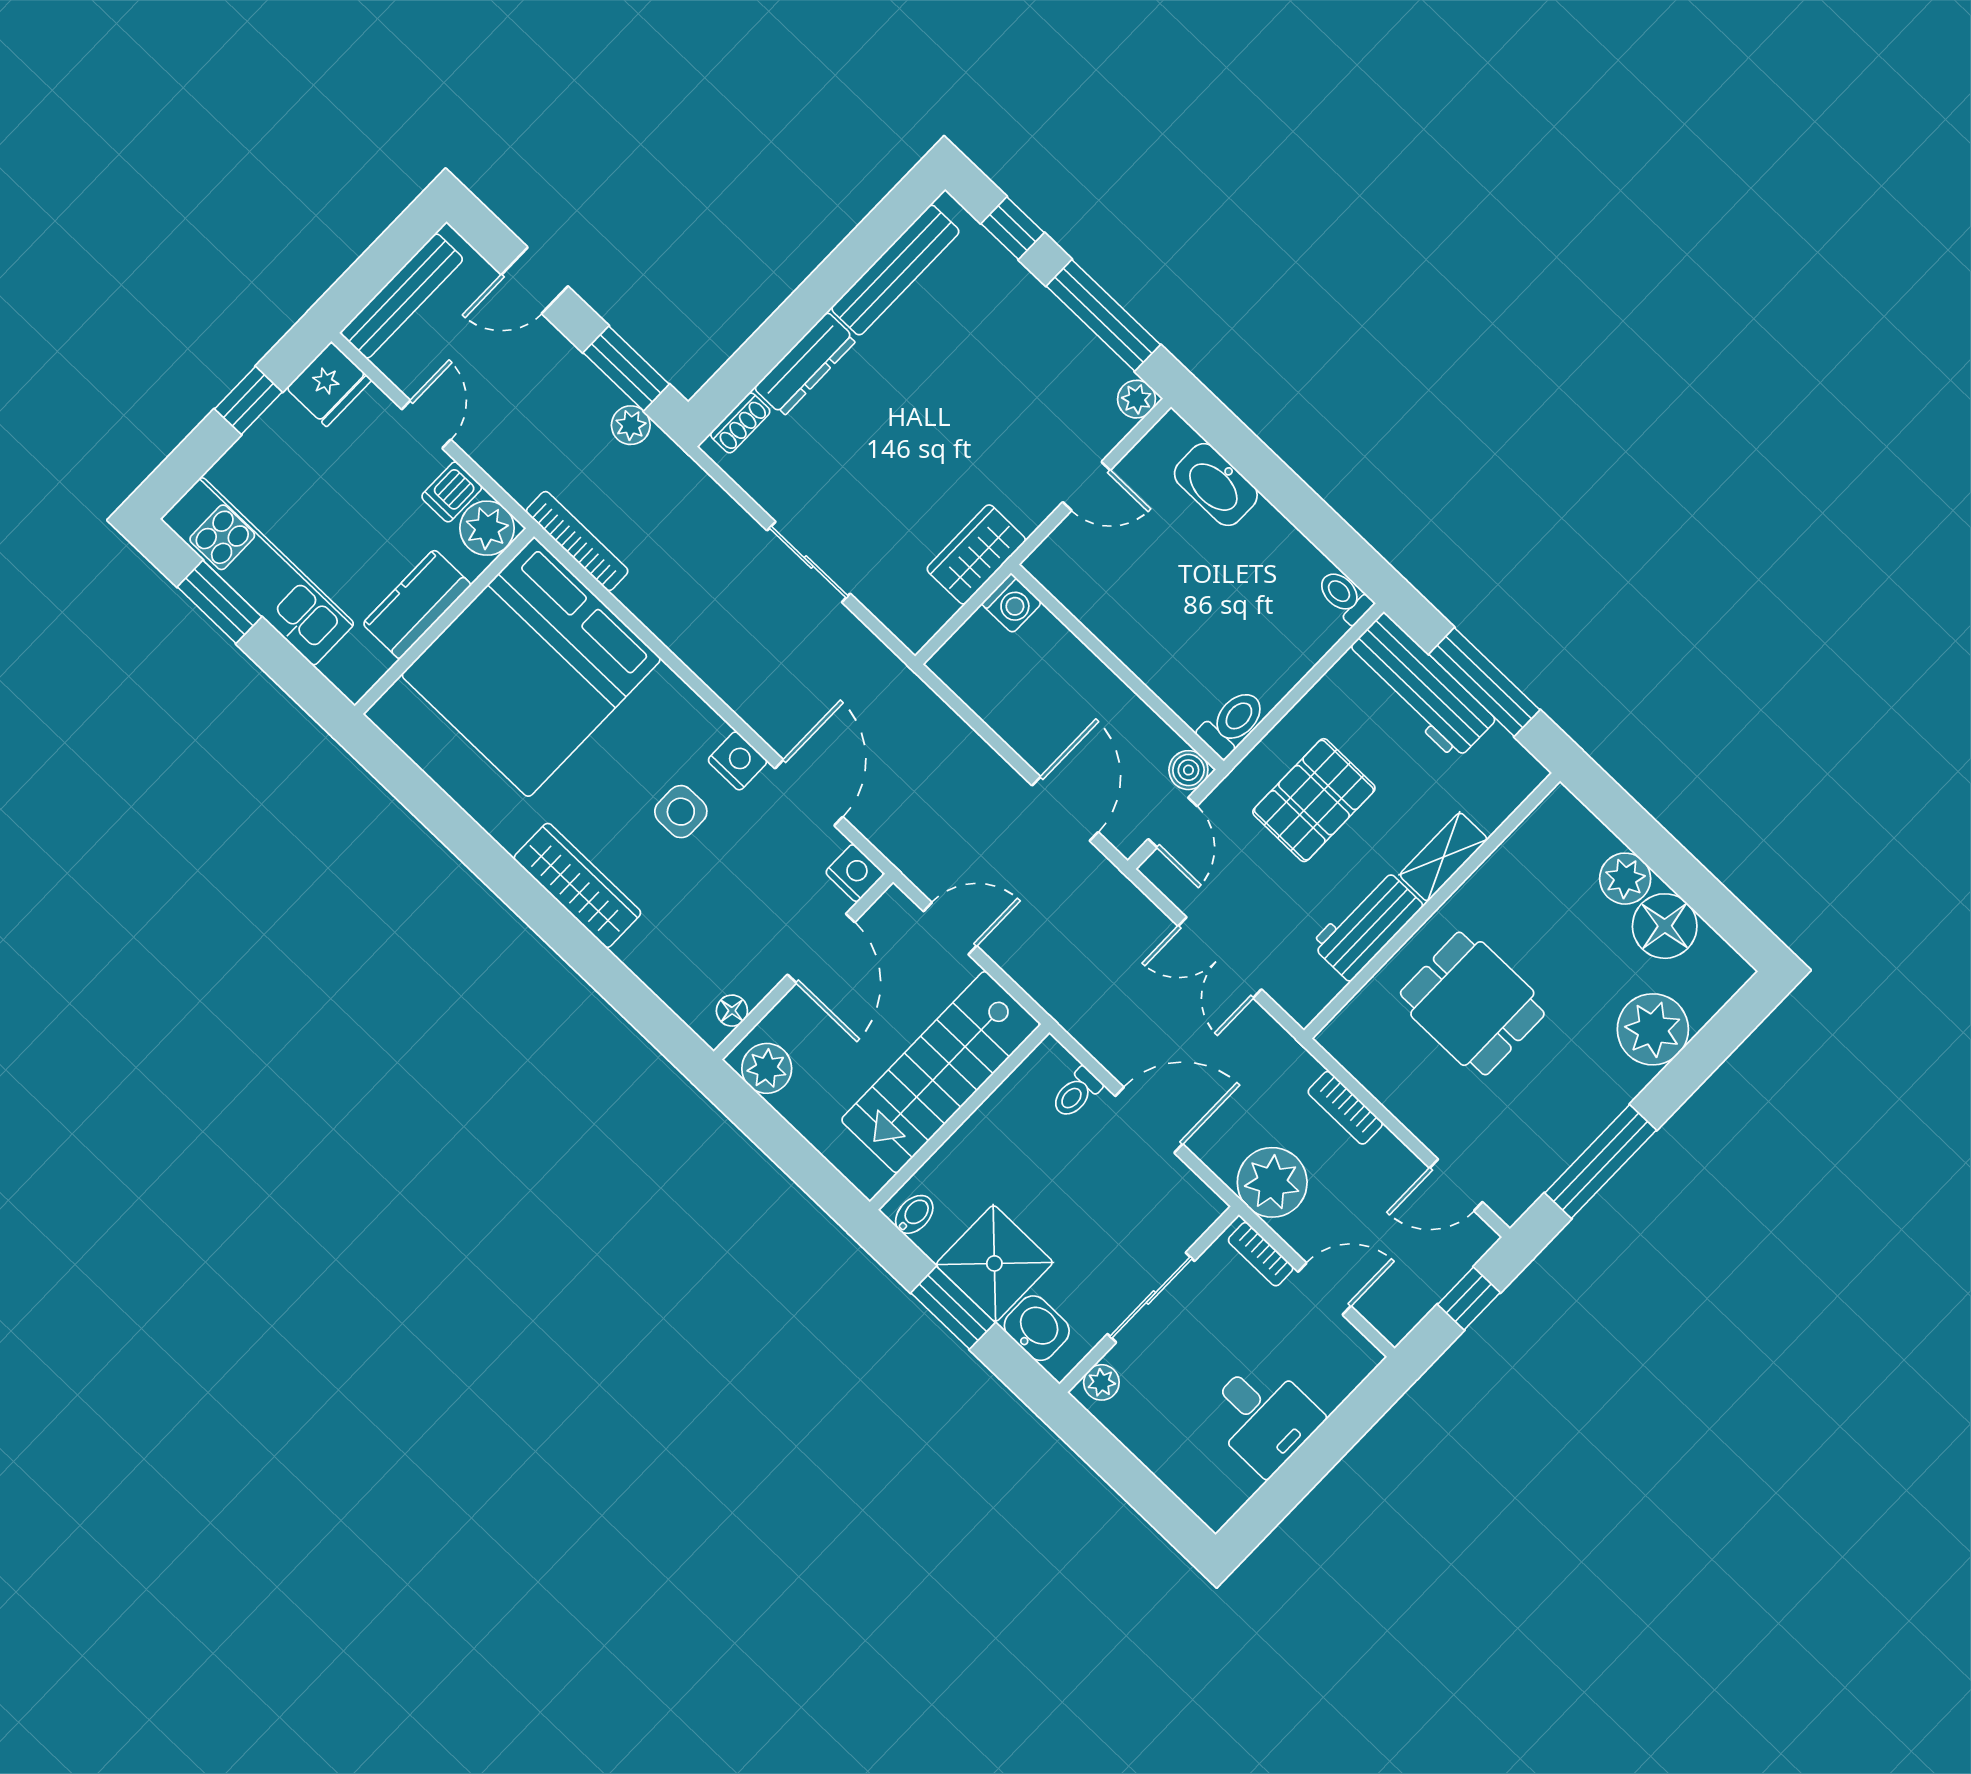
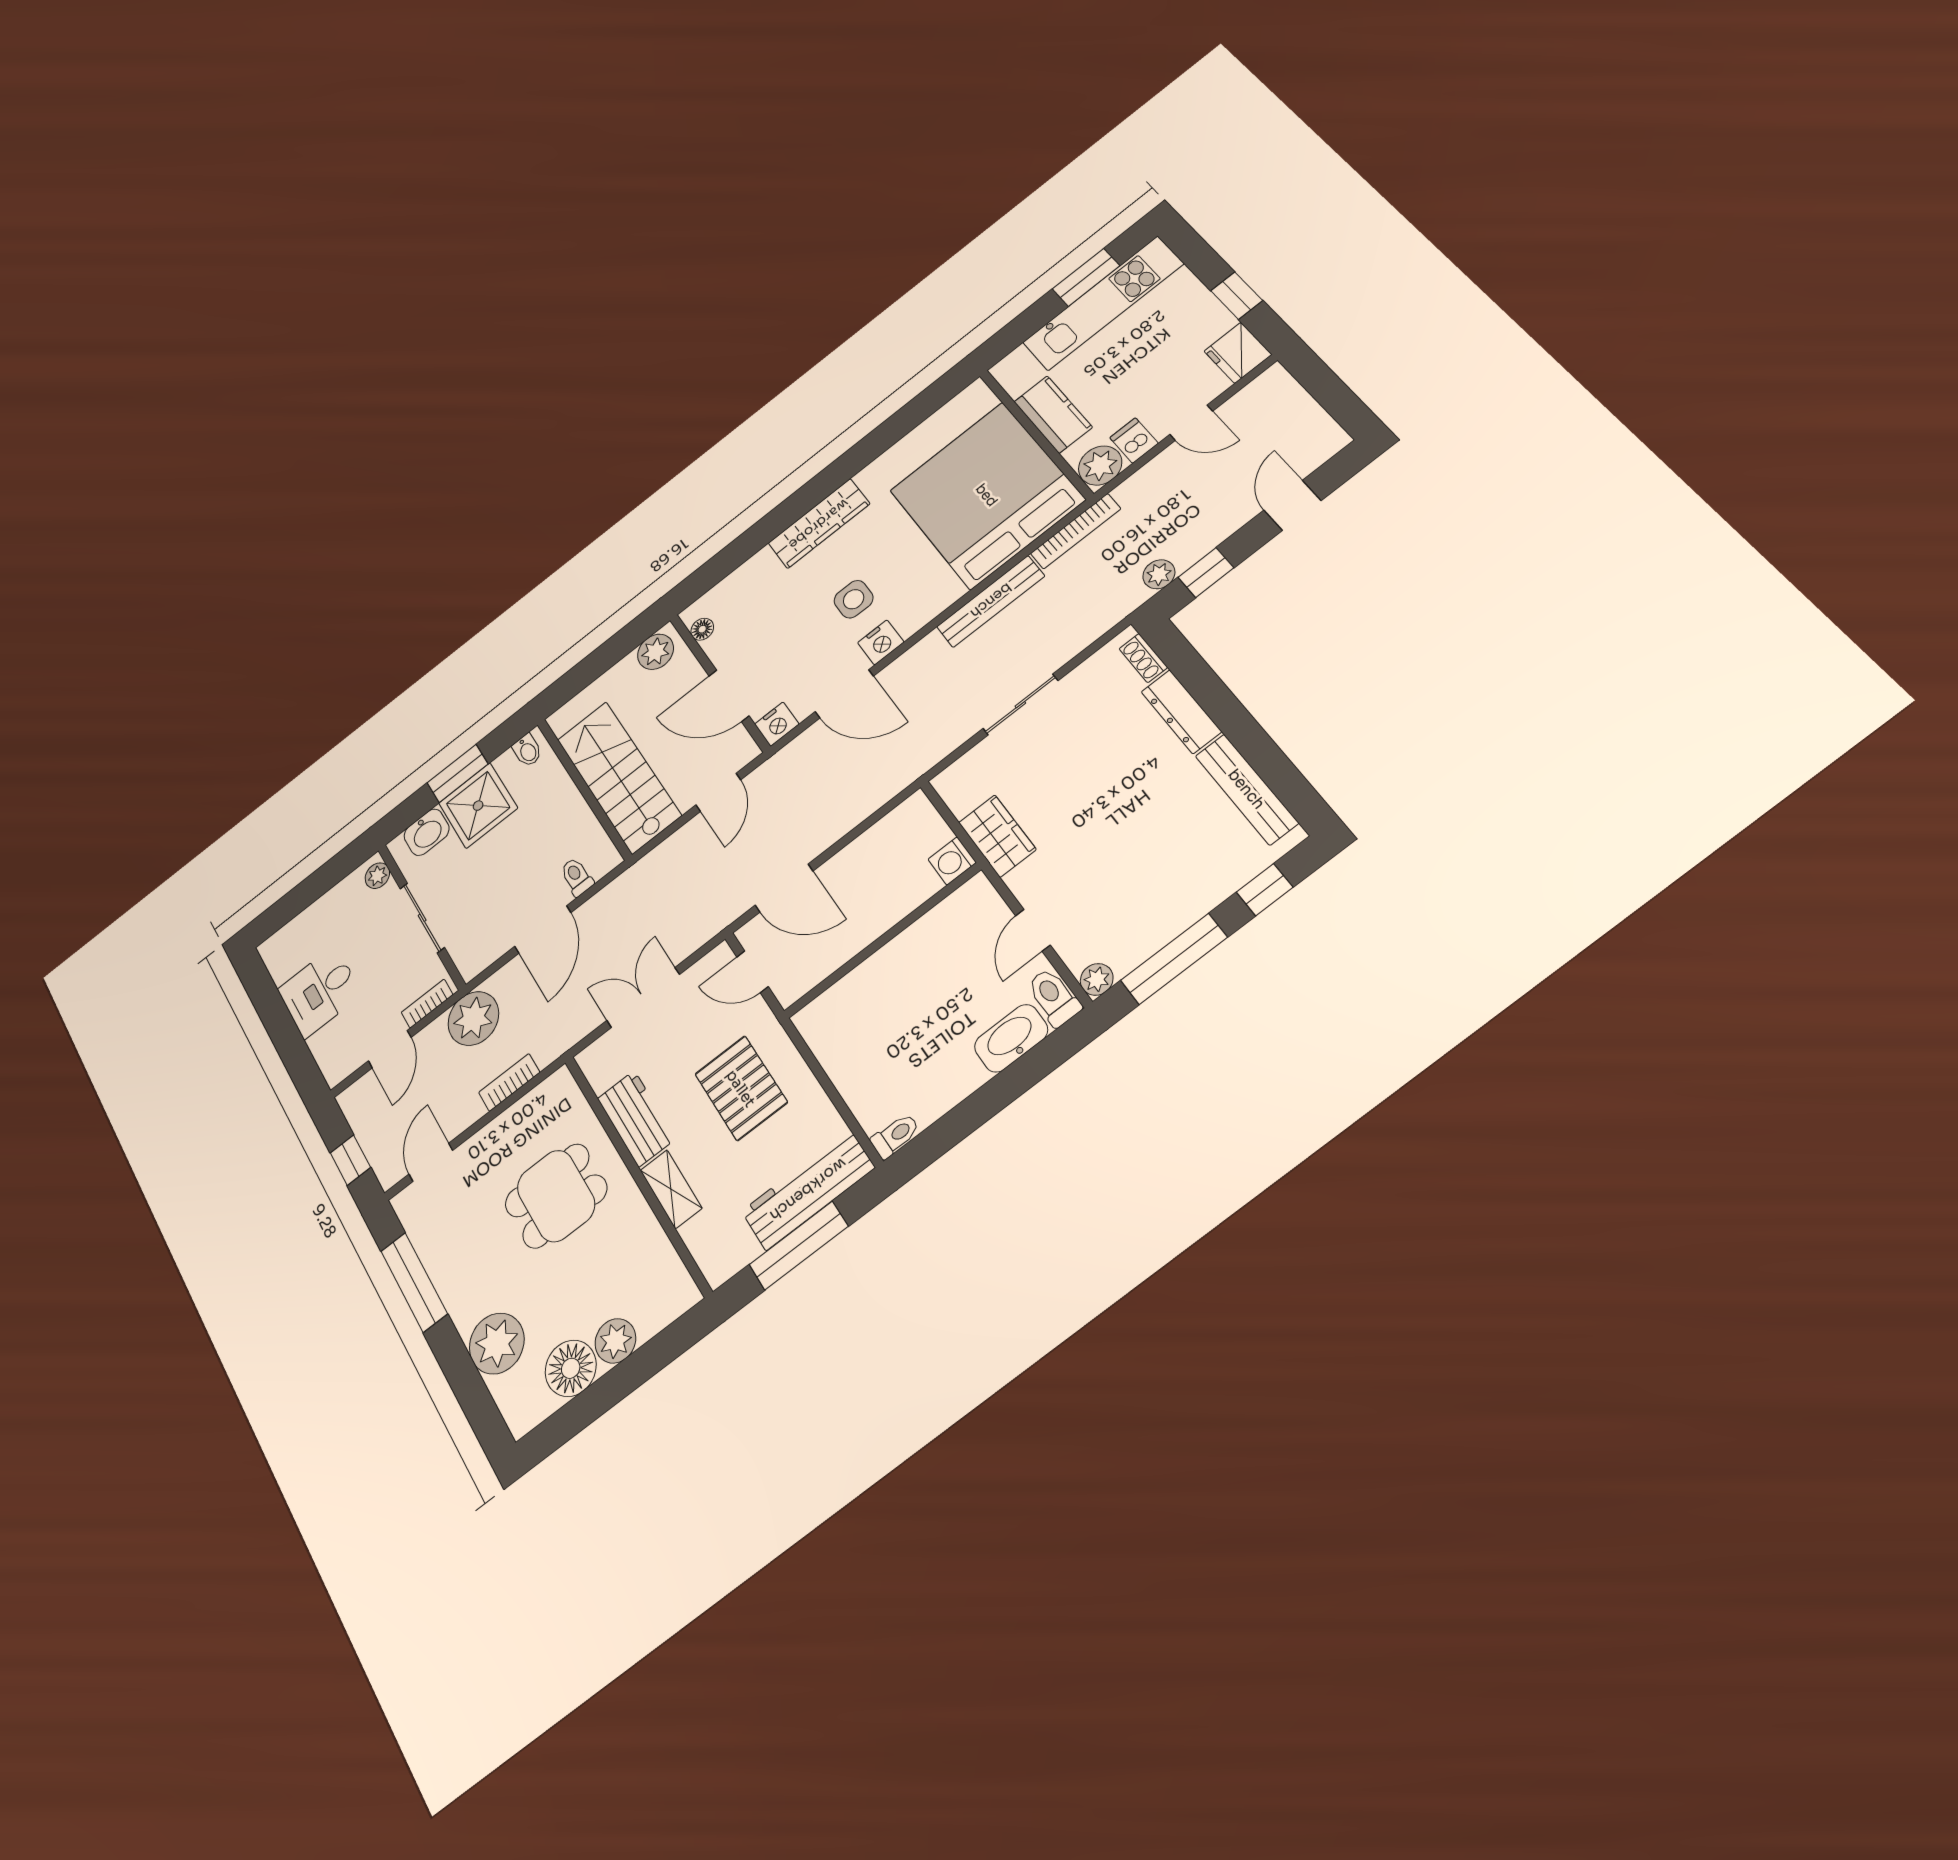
bench: (402, 296) -> (991, 601), moved, turned 90
window: (626, 368) -> (1206, 573), width x0.67
toilet: (1232, 723) -> (1054, 997), moved, turned 180
boiler: (1188, 770) -> (789, 989), removed

